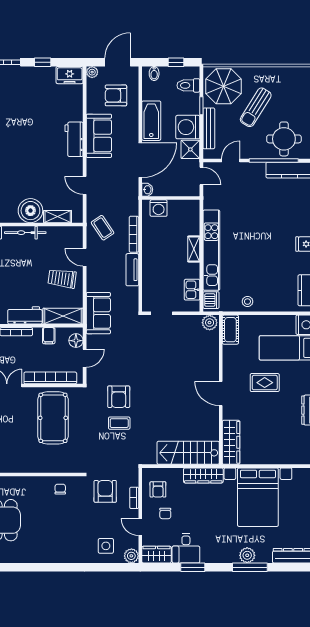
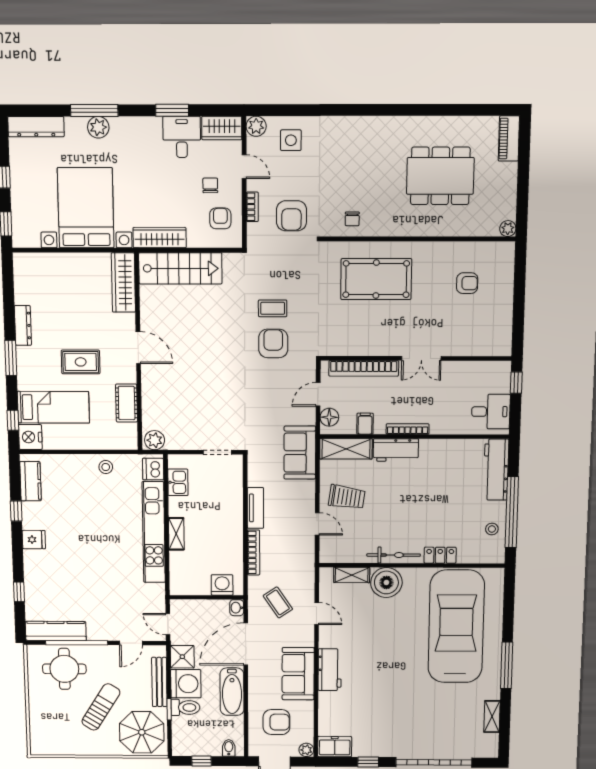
toilet: (188, 85) -> (185, 707), moved
coffee table: (103, 228) -> (278, 602), moved
cot: (230, 330) -> (127, 403), moved
pool table: (53, 418) -> (376, 279), moved, turned 90

